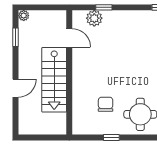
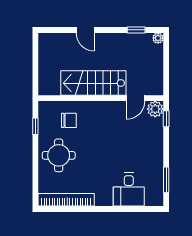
door: (69, 38) -> (135, 98), moved
wall: (69, 72) -> (101, 98), moved
stairs: (54, 80) -> (93, 83), moved

